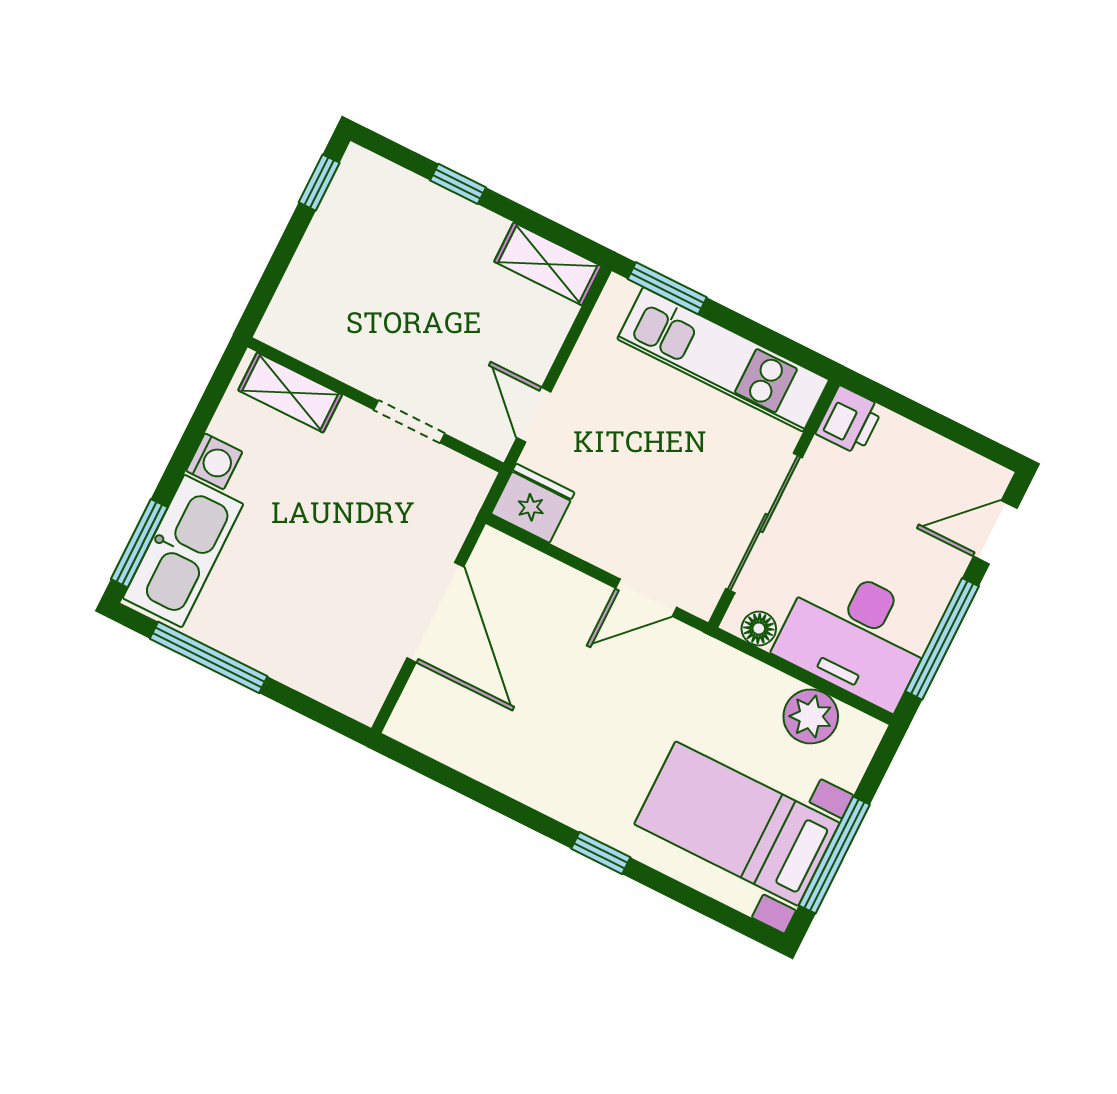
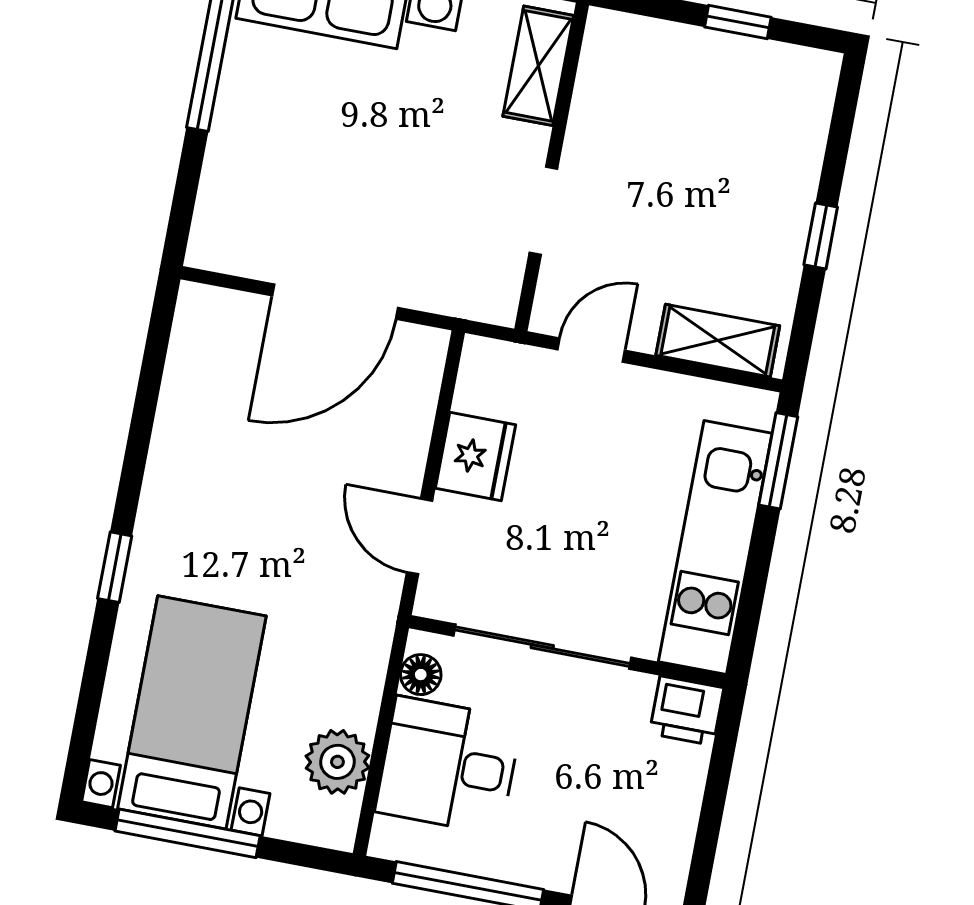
window: (319, 183) -> (738, 22), moved
window: (458, 184) -> (821, 236), moved
shelving: (548, 264) -> (718, 341), moved, turned 90
fridge: (533, 503) -> (475, 457), moved
desk: (856, 635) -> (448, 765), width x0.73

